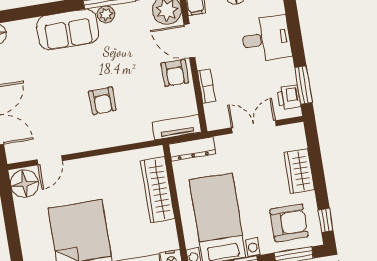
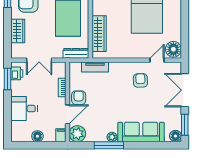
sofa: (68, 29) -> (141, 132), width x1.36
door: (189, 41) -> (67, 114), hinge flipped
armchair: (102, 101) -> (140, 80), moved
tv unit: (177, 127) -> (95, 67), moved

